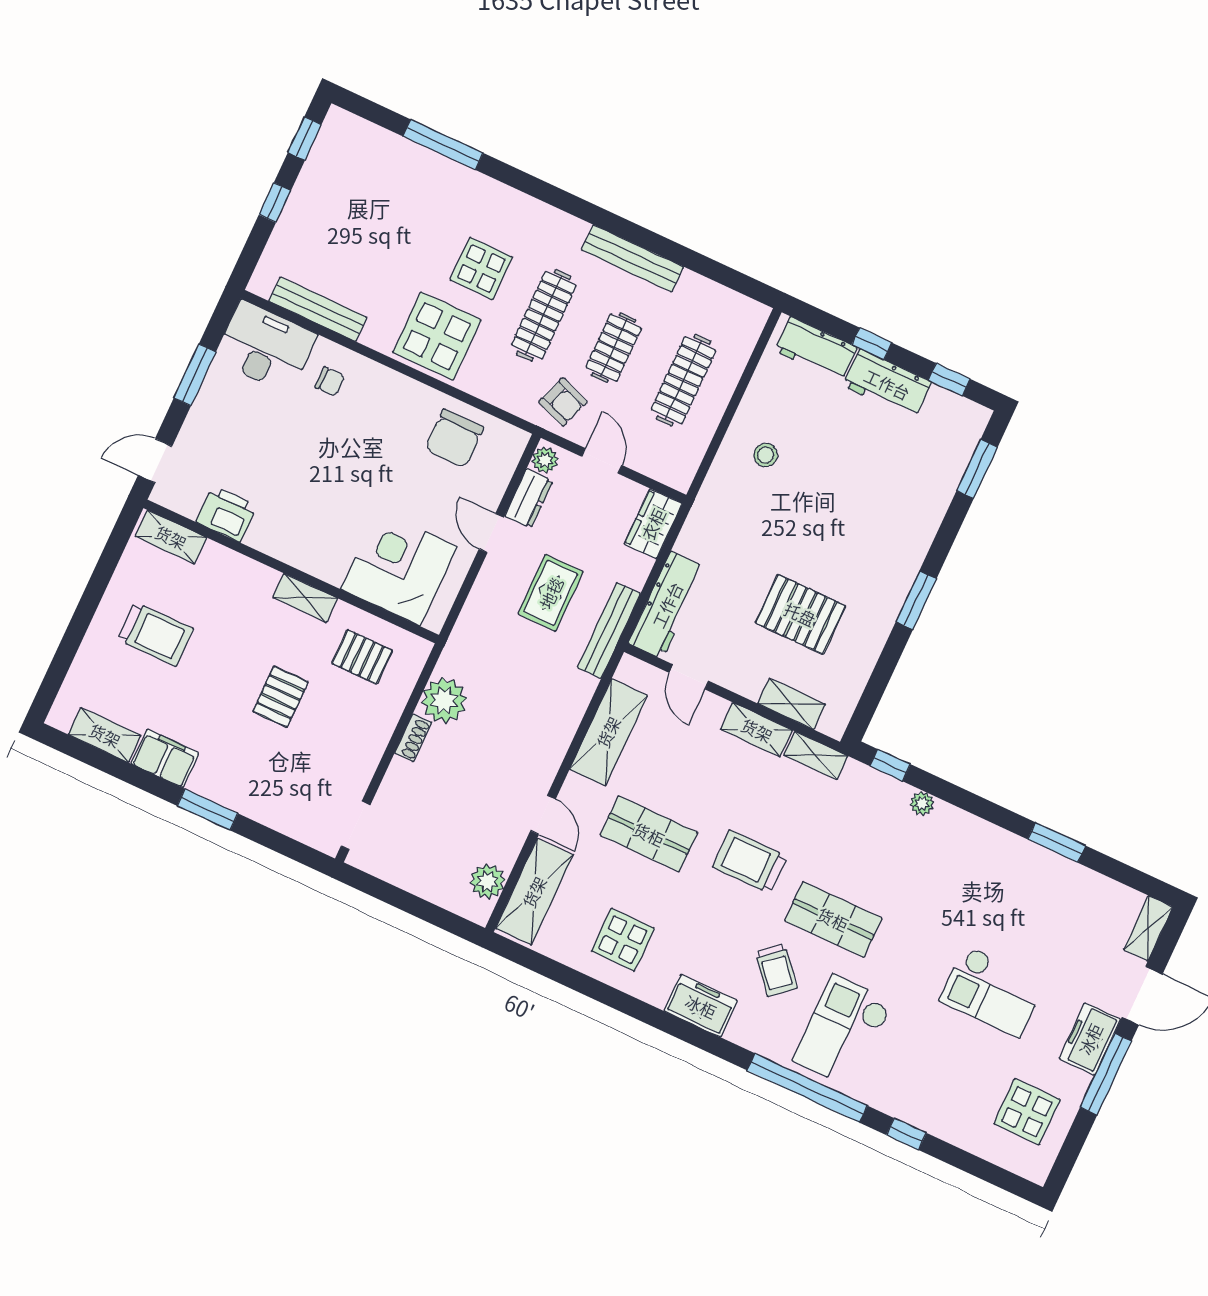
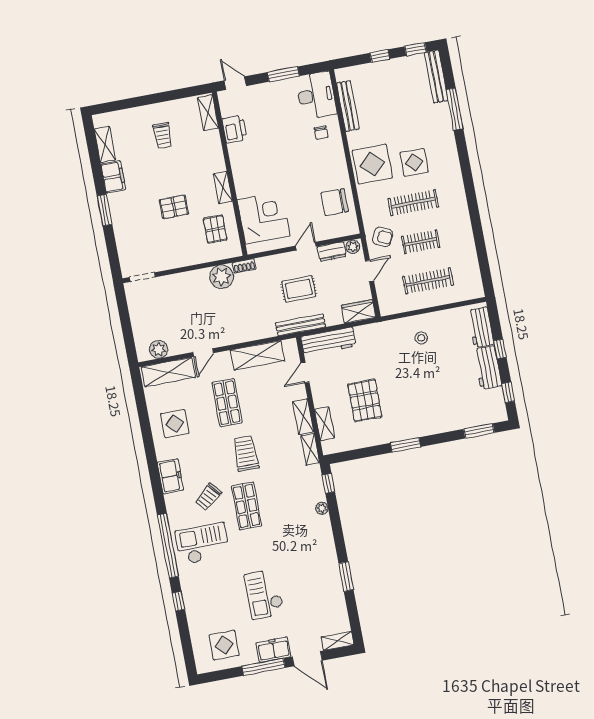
bench: (632, 258) -> (436, 76), moved
armchair: (563, 402) -> (383, 237), turned -84
trolley: (155, 634) -> (163, 136), width x0.73, depth x0.72
shoe rack: (413, 738) -> (244, 266), moved

